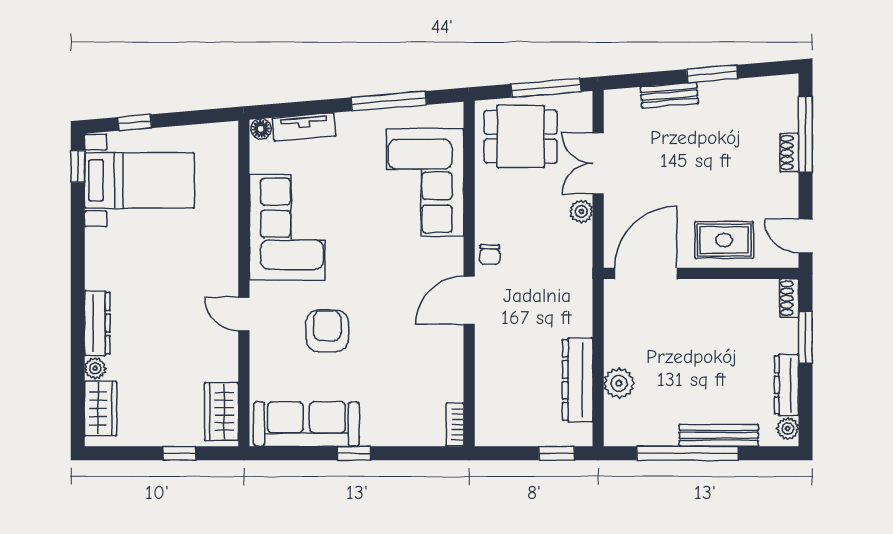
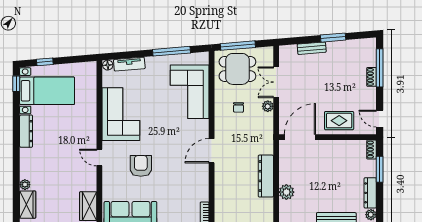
window: (546, 88) -> (238, 46), moved
chair: (490, 255) -> (238, 107), moved
dresser: (97, 323) -> (26, 131), moved
dresser: (578, 380) -> (266, 176), moved

